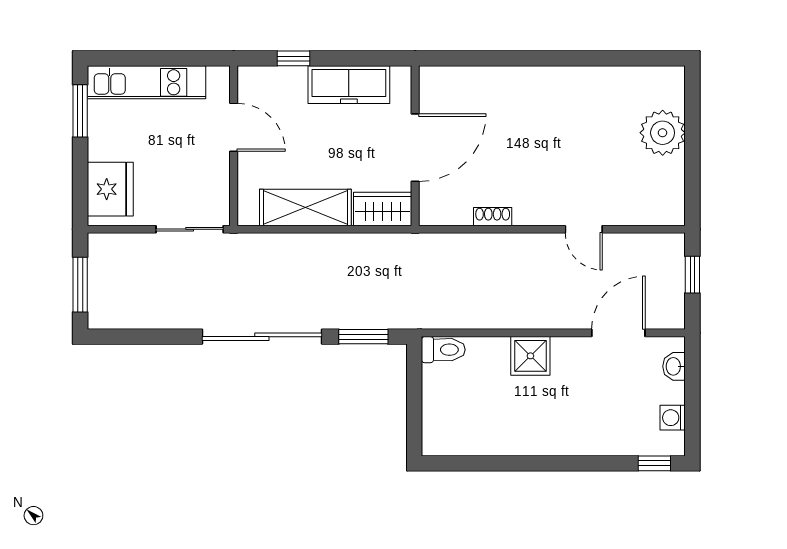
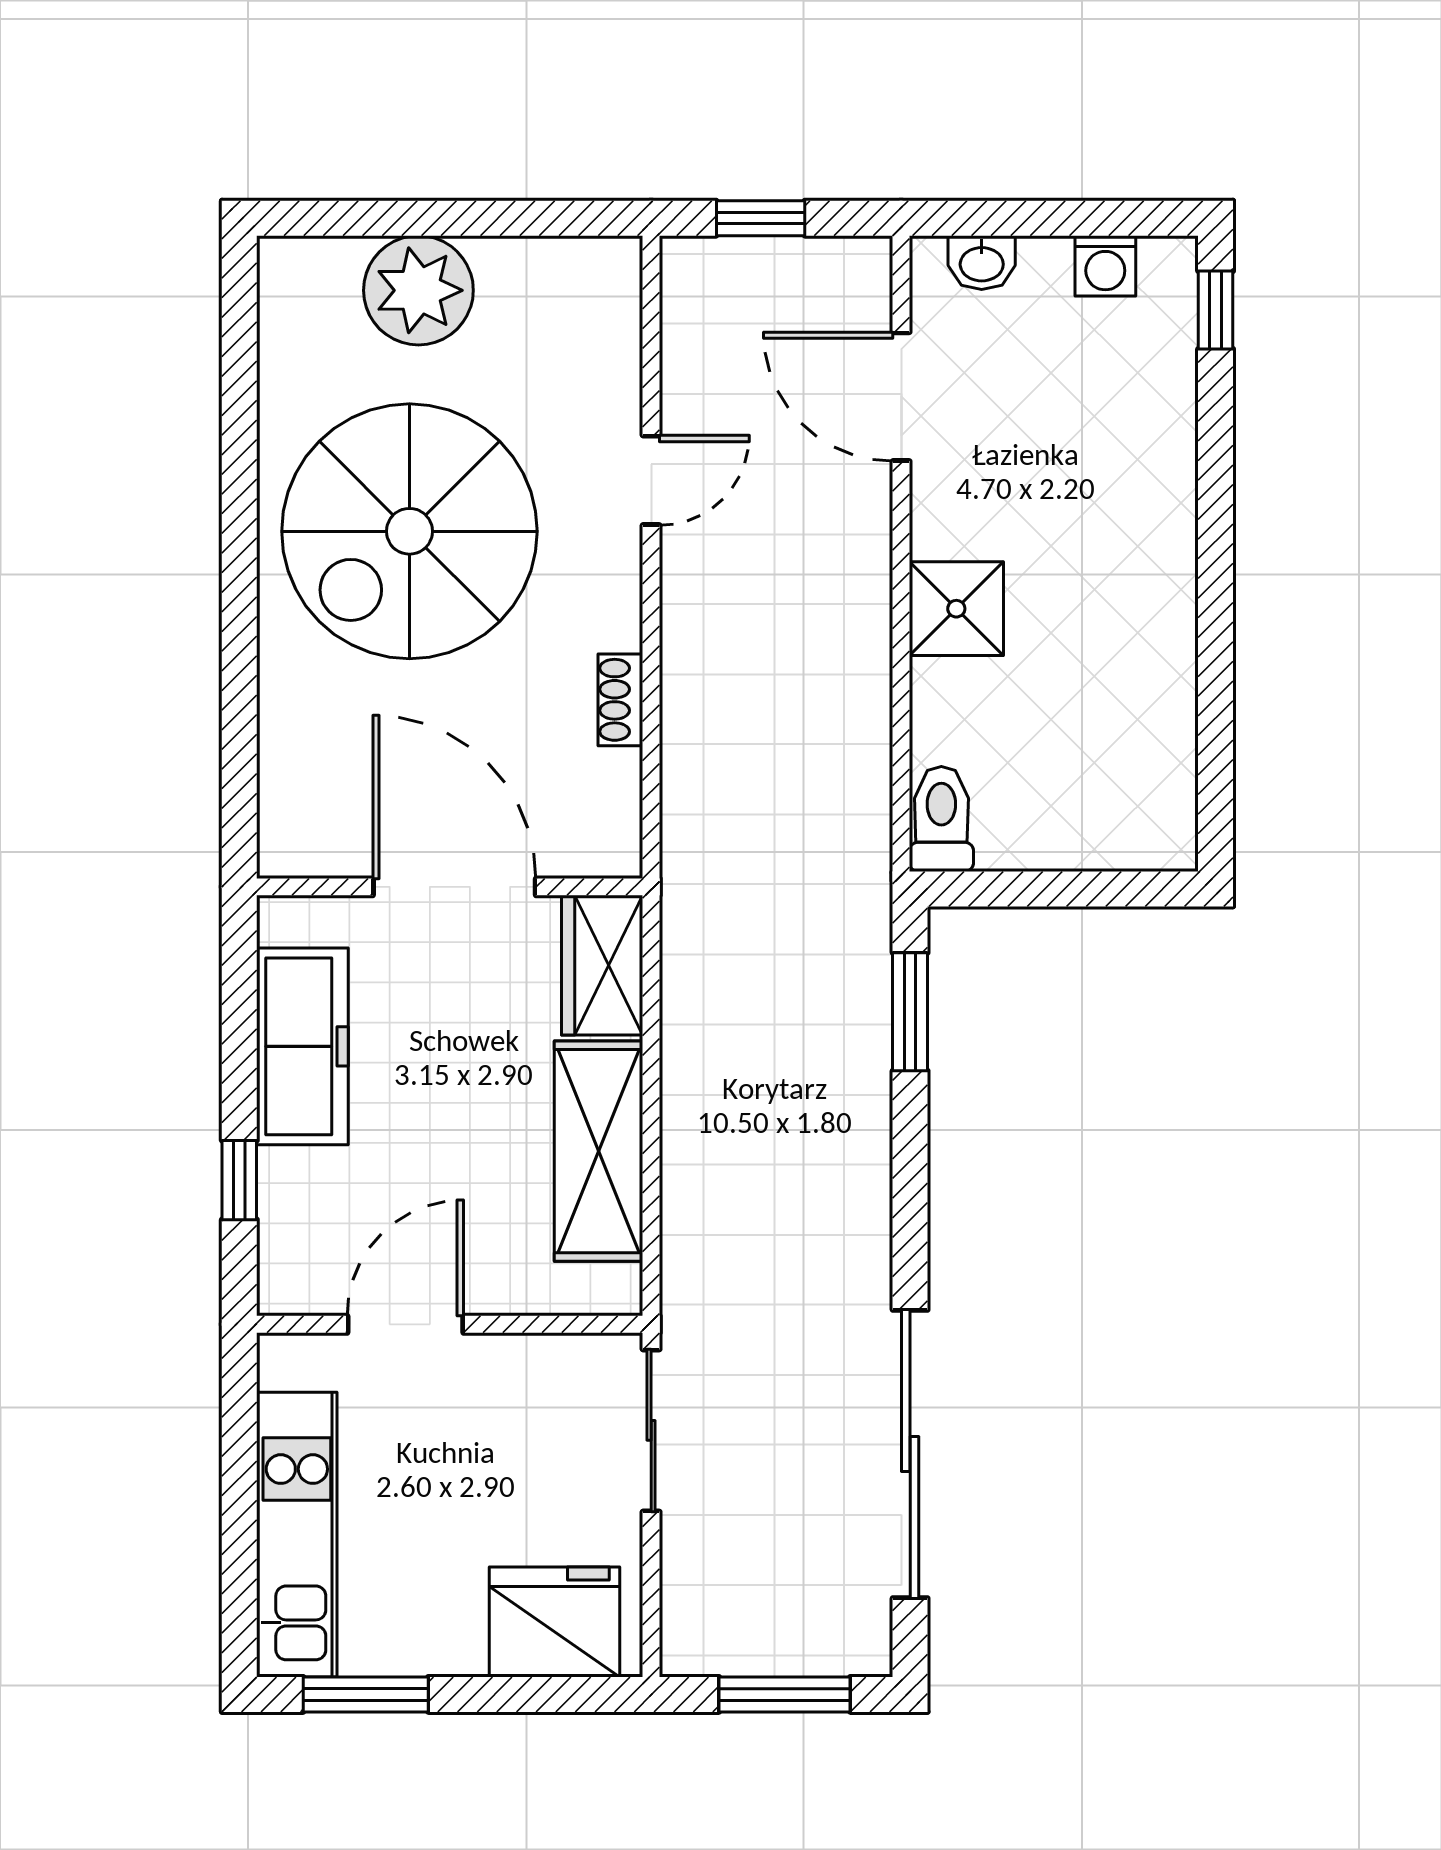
spiral stairs: (563, 129) -> (409, 531), added
sliding door: (262, 337) -> (910, 1454), moved

